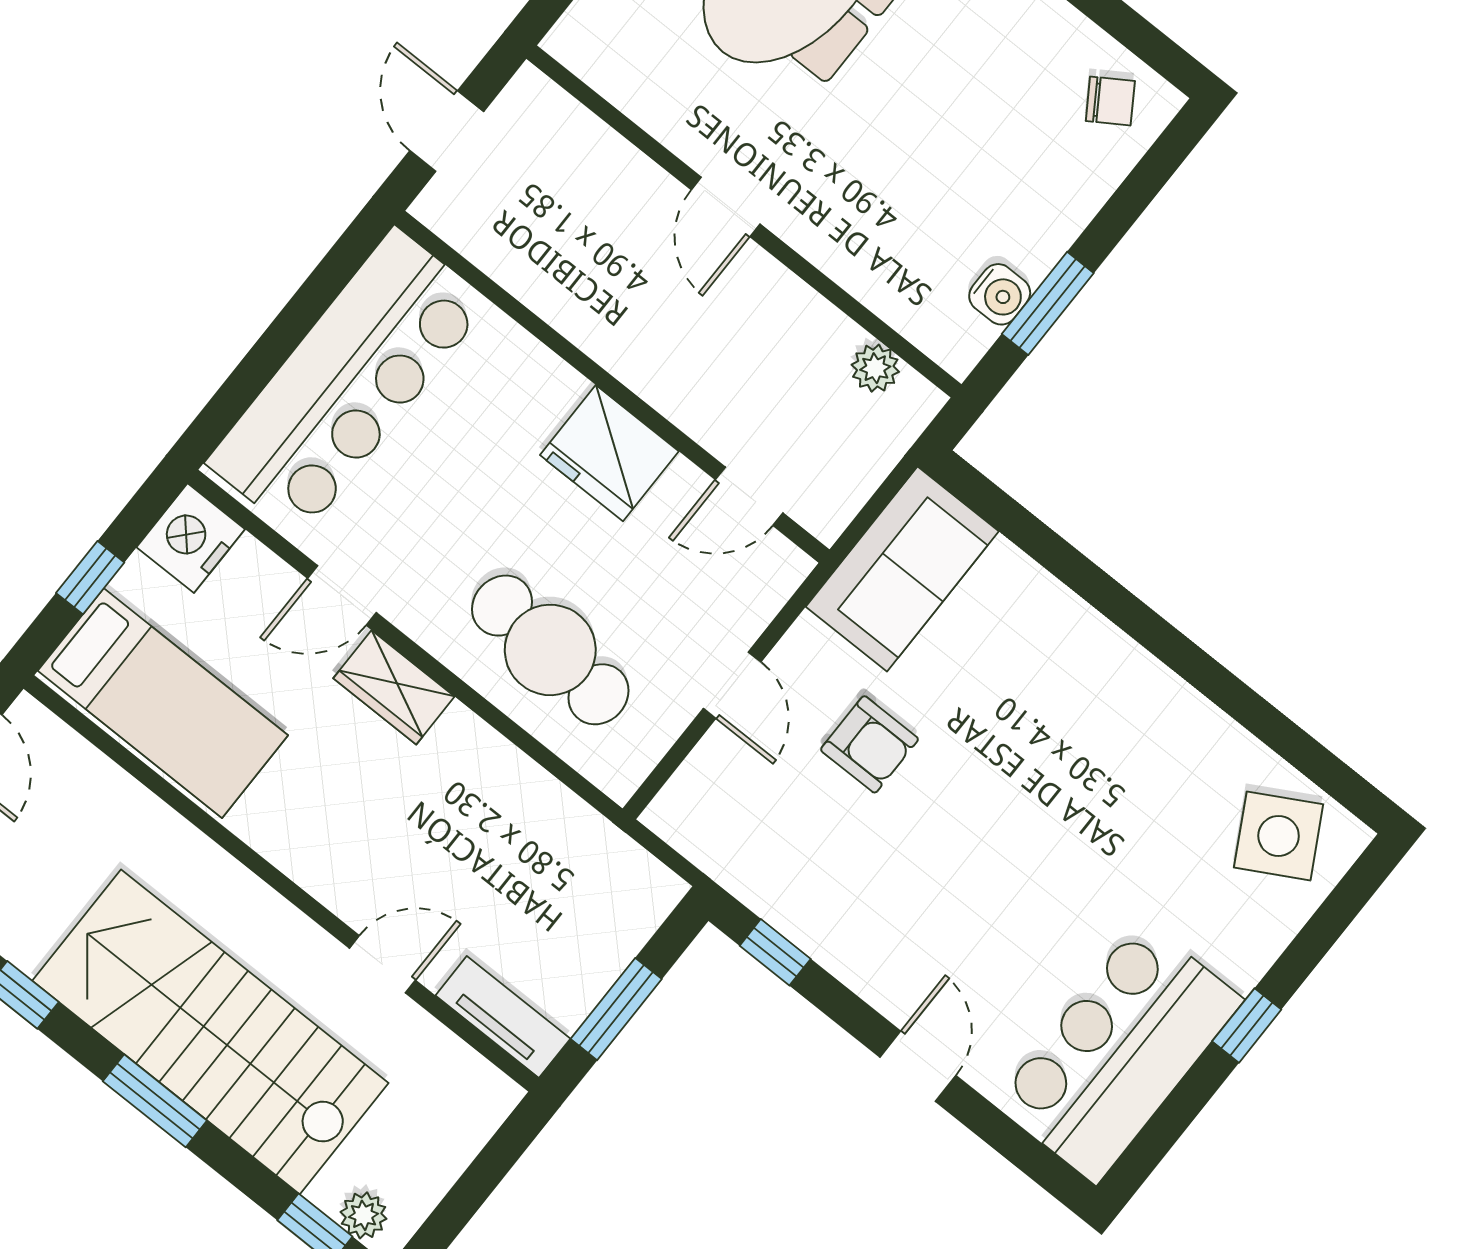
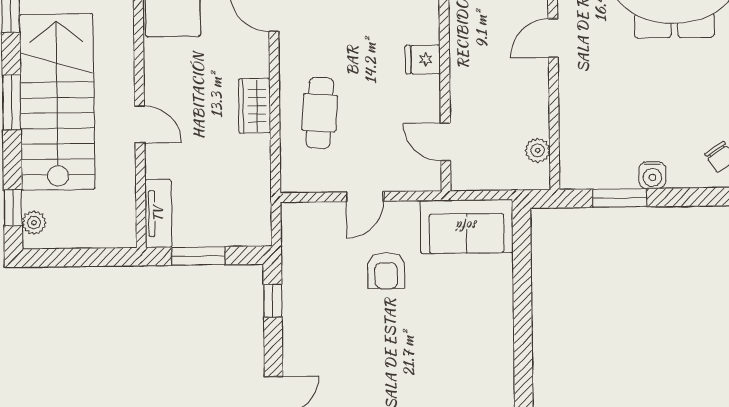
water cooler: (1000, 294) -> (652, 175), moved
fridge: (609, 453) -> (423, 59), width x0.53, depth x0.75
cafe table: (550, 650) -> (320, 113), width x0.73, depth x0.74
wardrobe: (394, 687) -> (254, 106), moved
door: (382, 964) -> (140, 124), moved

